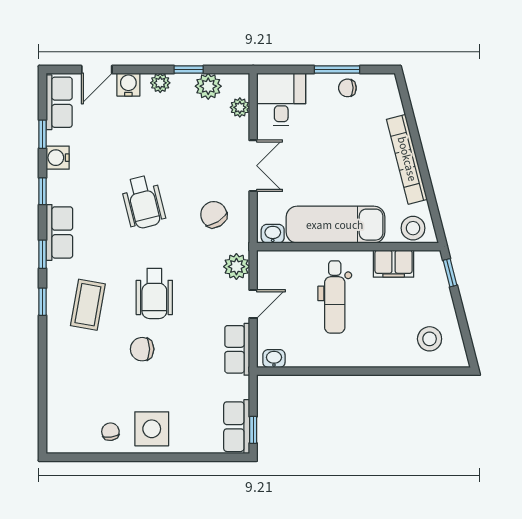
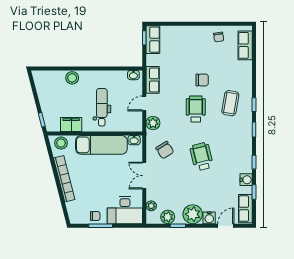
plant: (160, 83) -> (193, 214), width x1.88, depth x1.88
desk: (281, 99) -> (125, 210), width x1.37
row of seats: (59, 232) -> (245, 45), moved
stool: (430, 339) -> (72, 78), moved
side table: (152, 429) -> (197, 38), removed

